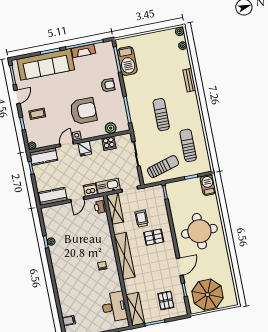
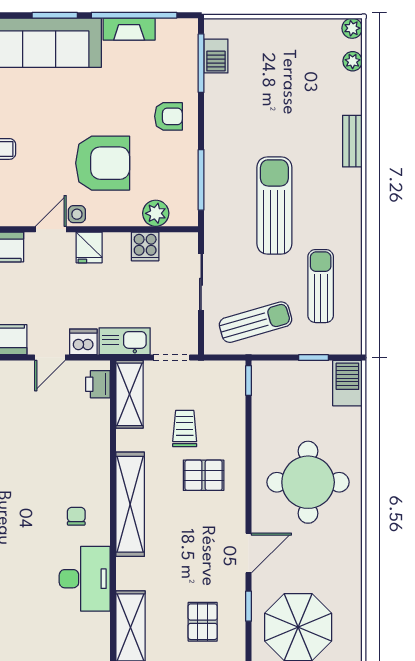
barbecue: (127, 61) -> (216, 56), width x0.53, depth x0.65
sun lounger: (161, 115) -> (274, 205), width x1.36, depth x1.34
desk: (114, 307) -> (85, 579), moved

